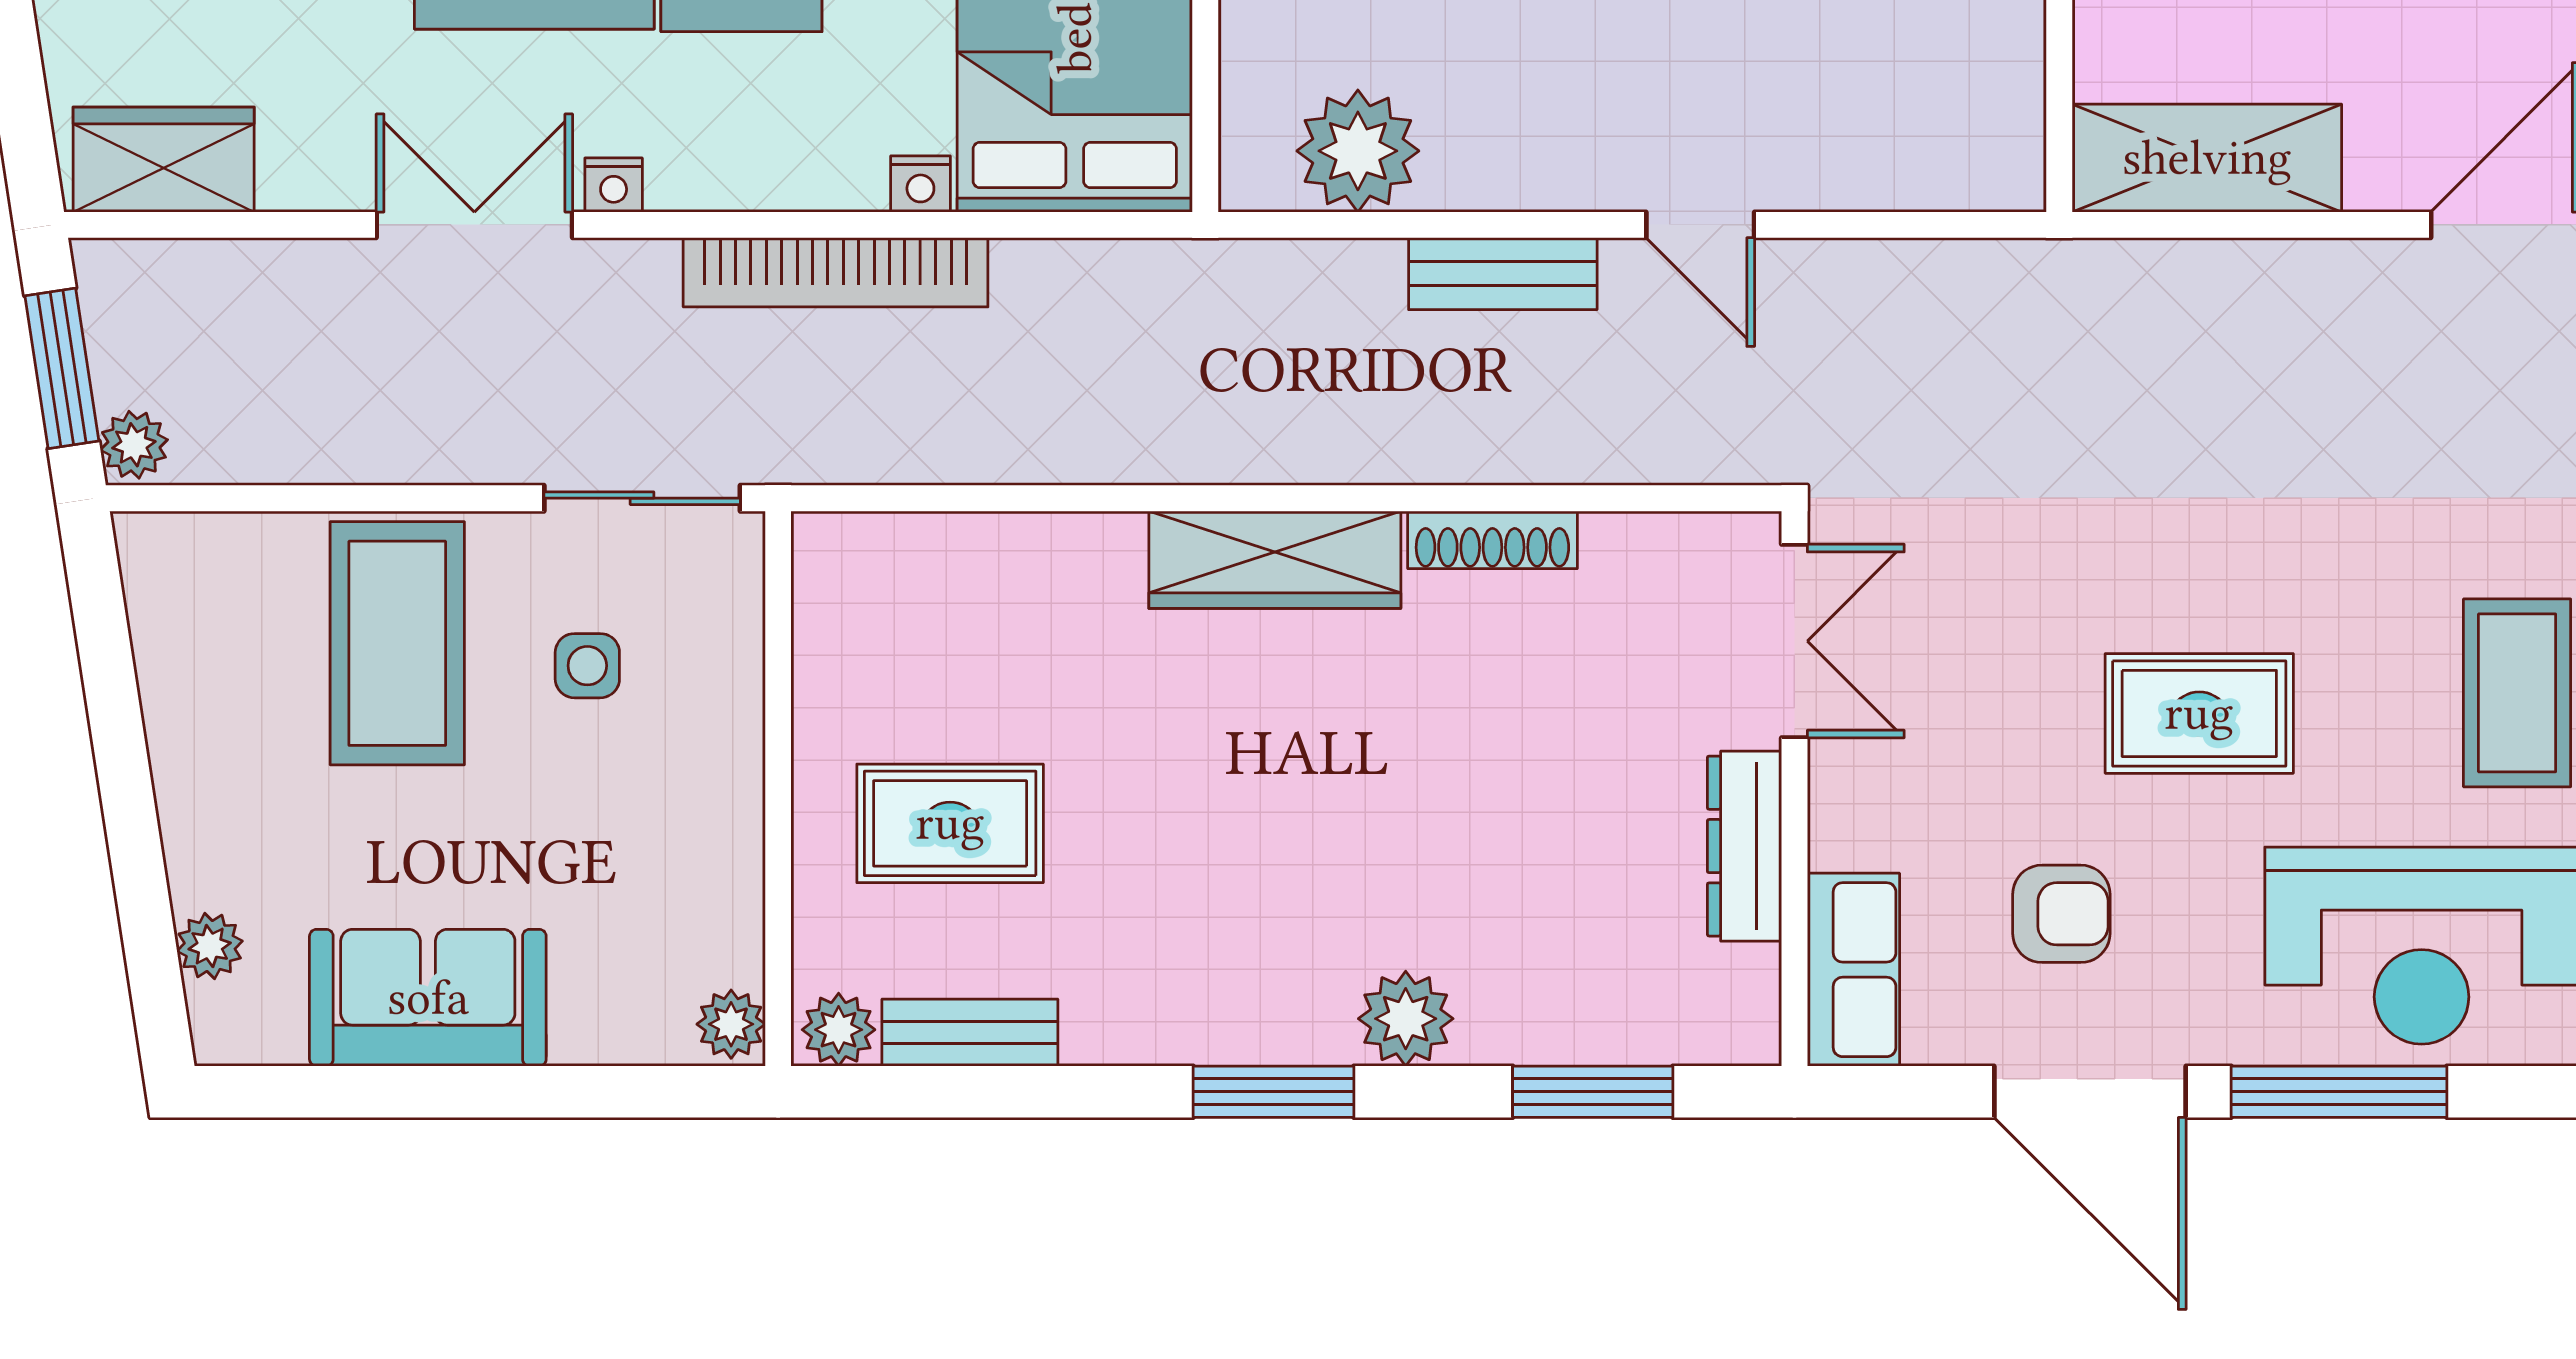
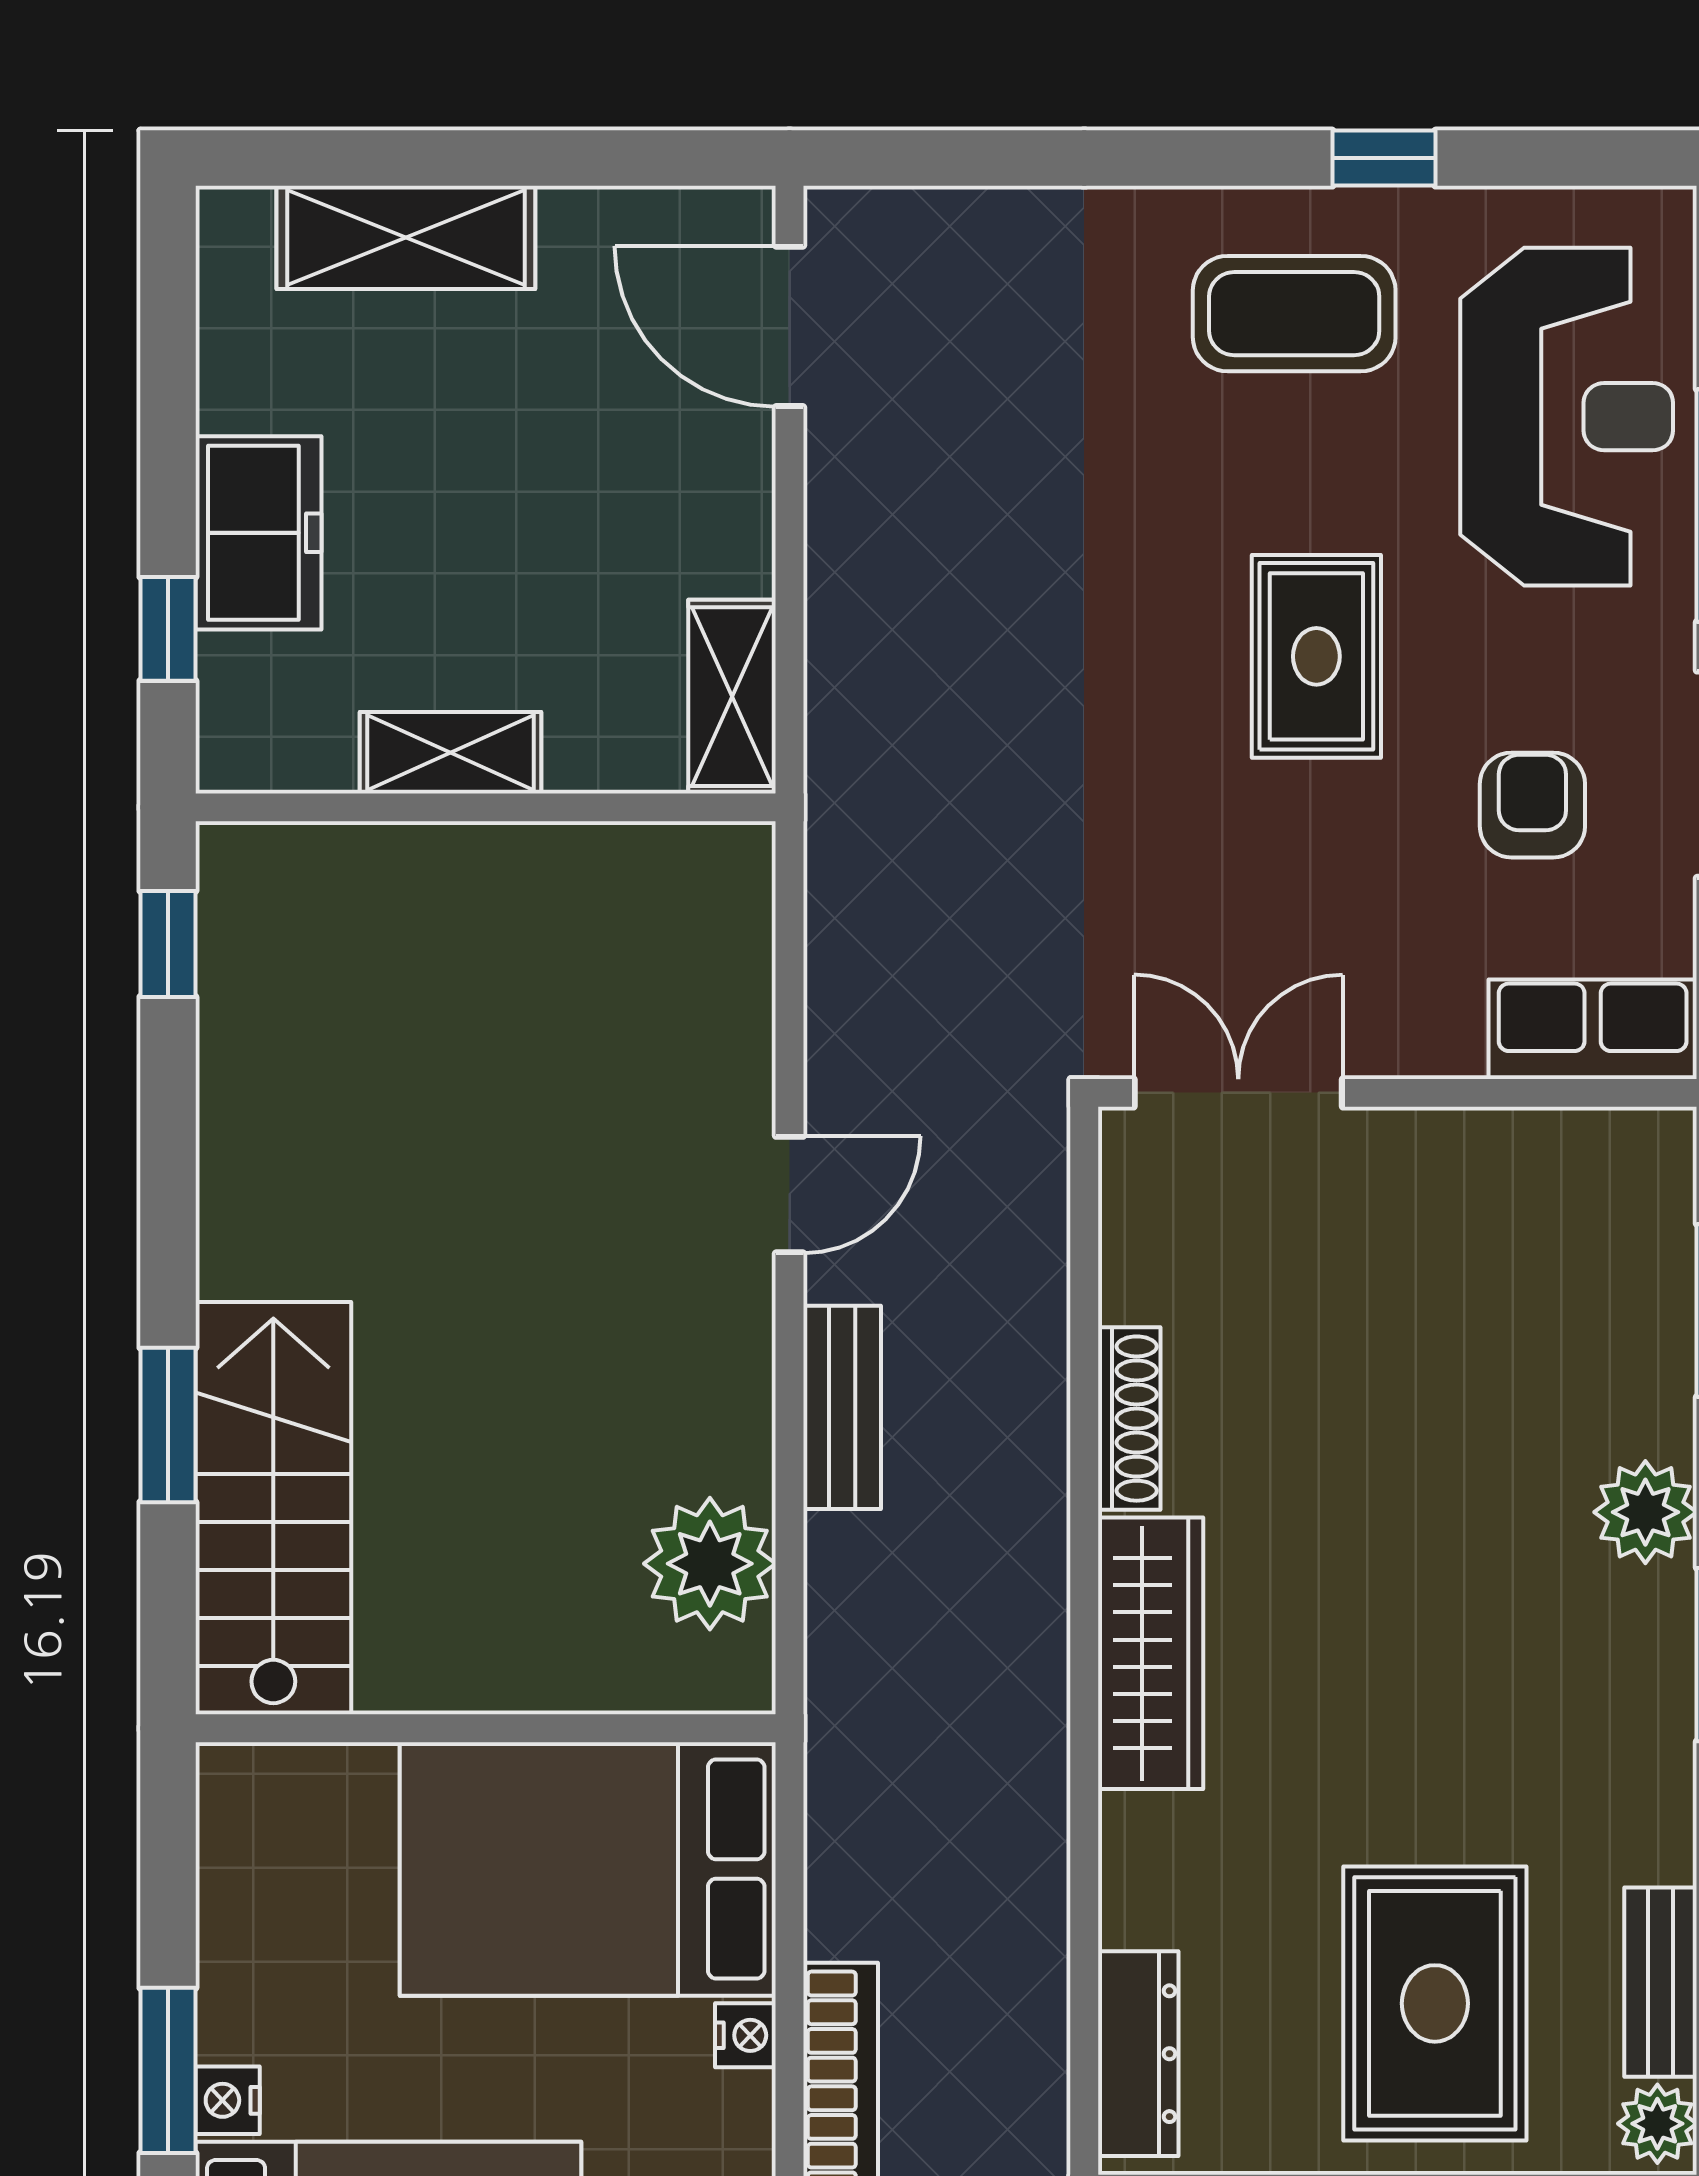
shelving: (2207, 158) -> (732, 697), width x0.67, depth x0.75
rug: (950, 823) -> (1435, 2003), width x1.36, depth x1.43
dresser: (1744, 846) -> (1138, 2054), moved, turned -90

